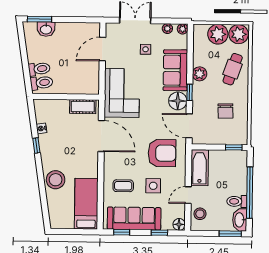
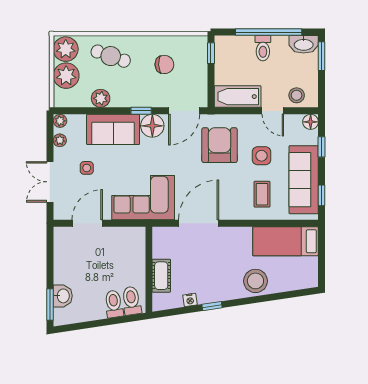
door: (102, 49) -> (87, 223), swing flipped
plant: (200, 74) -> (101, 98), moved
cot: (83, 107) -> (161, 276), moved
toilet: (237, 201) -> (263, 48), moved

